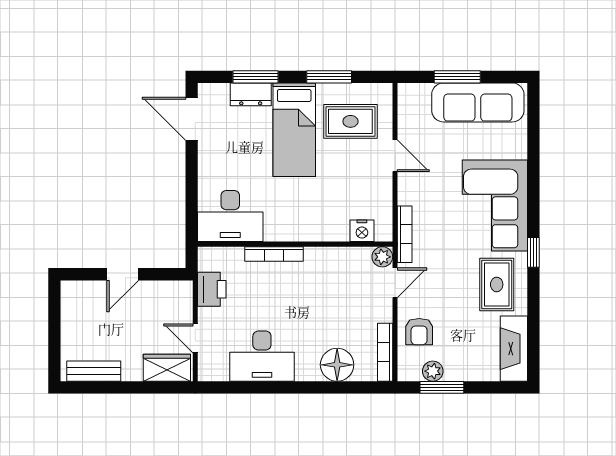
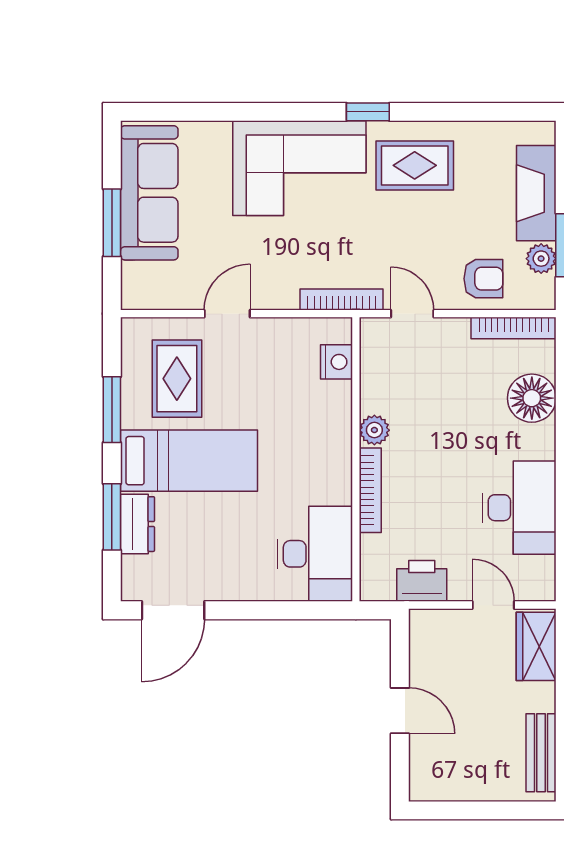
plant: (382, 257) -> (374, 430), moved
door: (195, 338) -> (493, 605), swing flipped
fireplace: (514, 349) -> (536, 193), moved, turned 90

